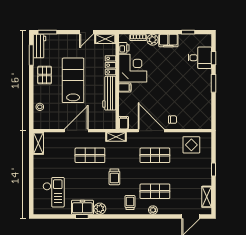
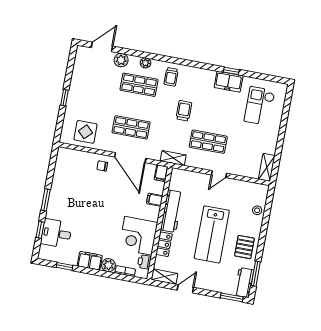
filing cabinet: (125, 88) -> (155, 200), moved
door: (76, 131) -> (219, 174), width x0.53
shelving: (207, 197) -> (79, 67), removed
plant: (100, 209) -> (121, 60), moved

